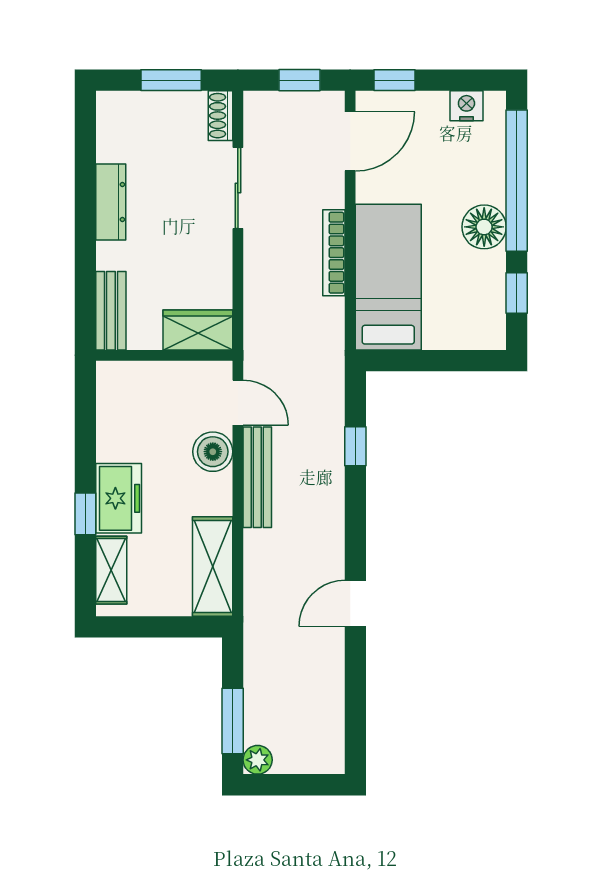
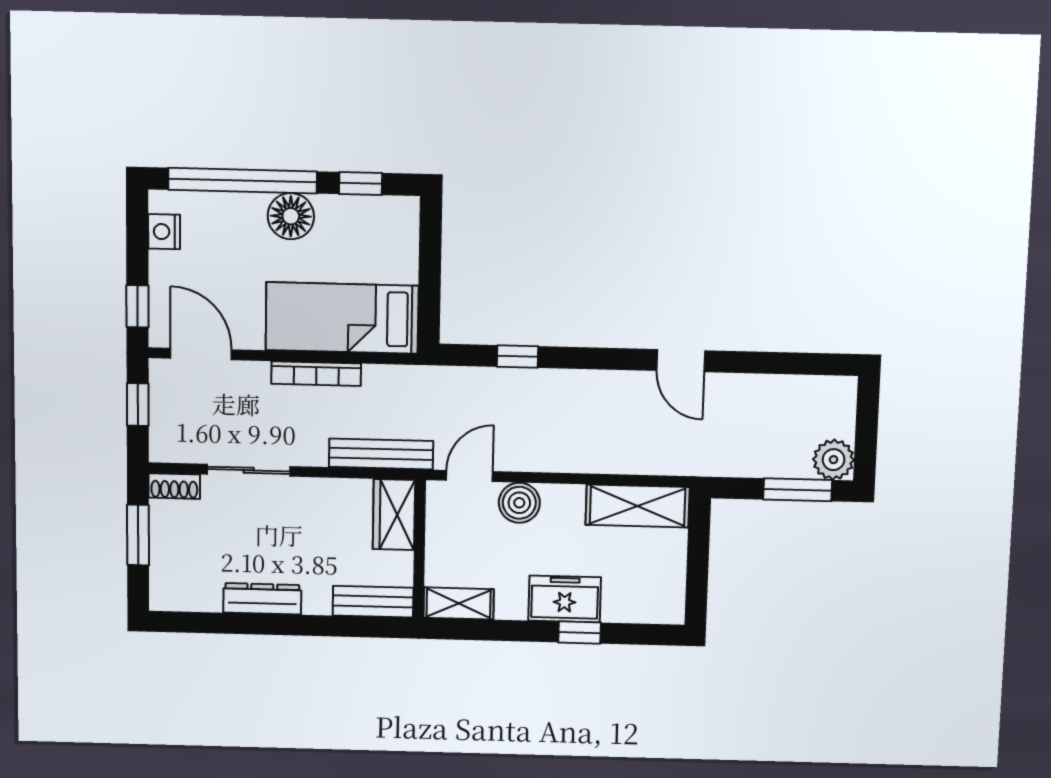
bench: (257, 477) -> (381, 454), moved
shelving: (111, 570) -> (459, 603), moved
plant: (258, 760) -> (834, 460), width x1.38, depth x1.38

